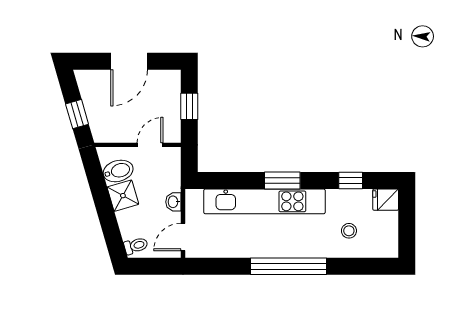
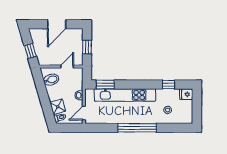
window: (282, 180) -> (105, 84), moved
shower: (123, 196) -> (58, 107), moved

